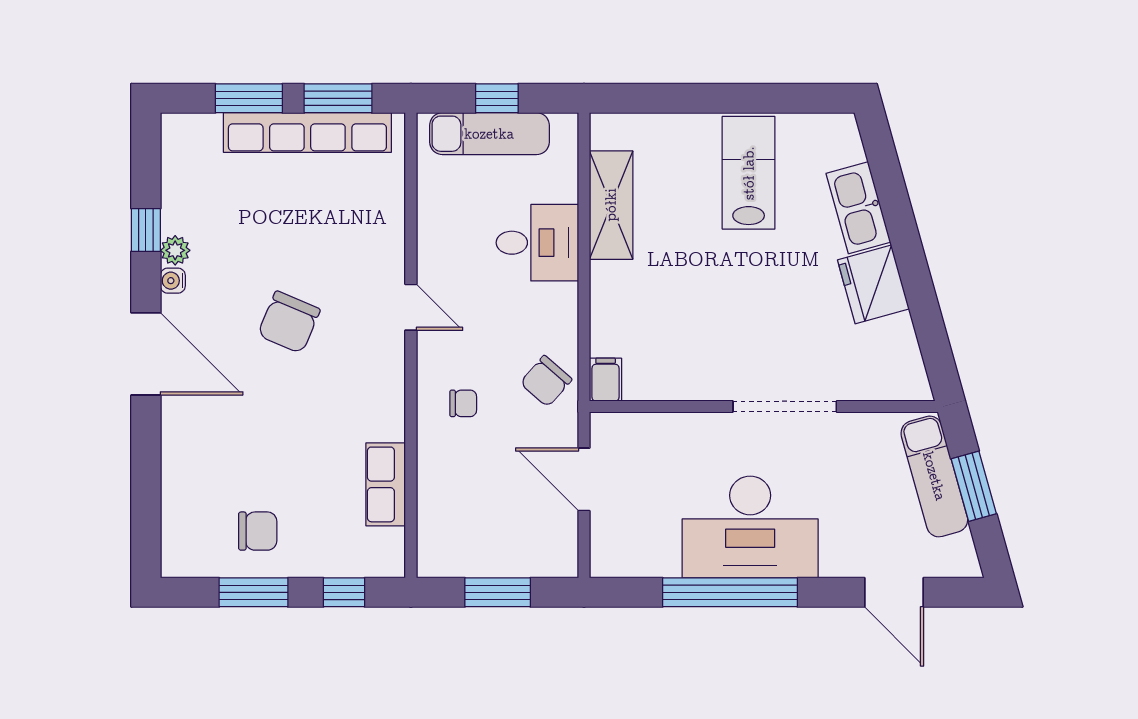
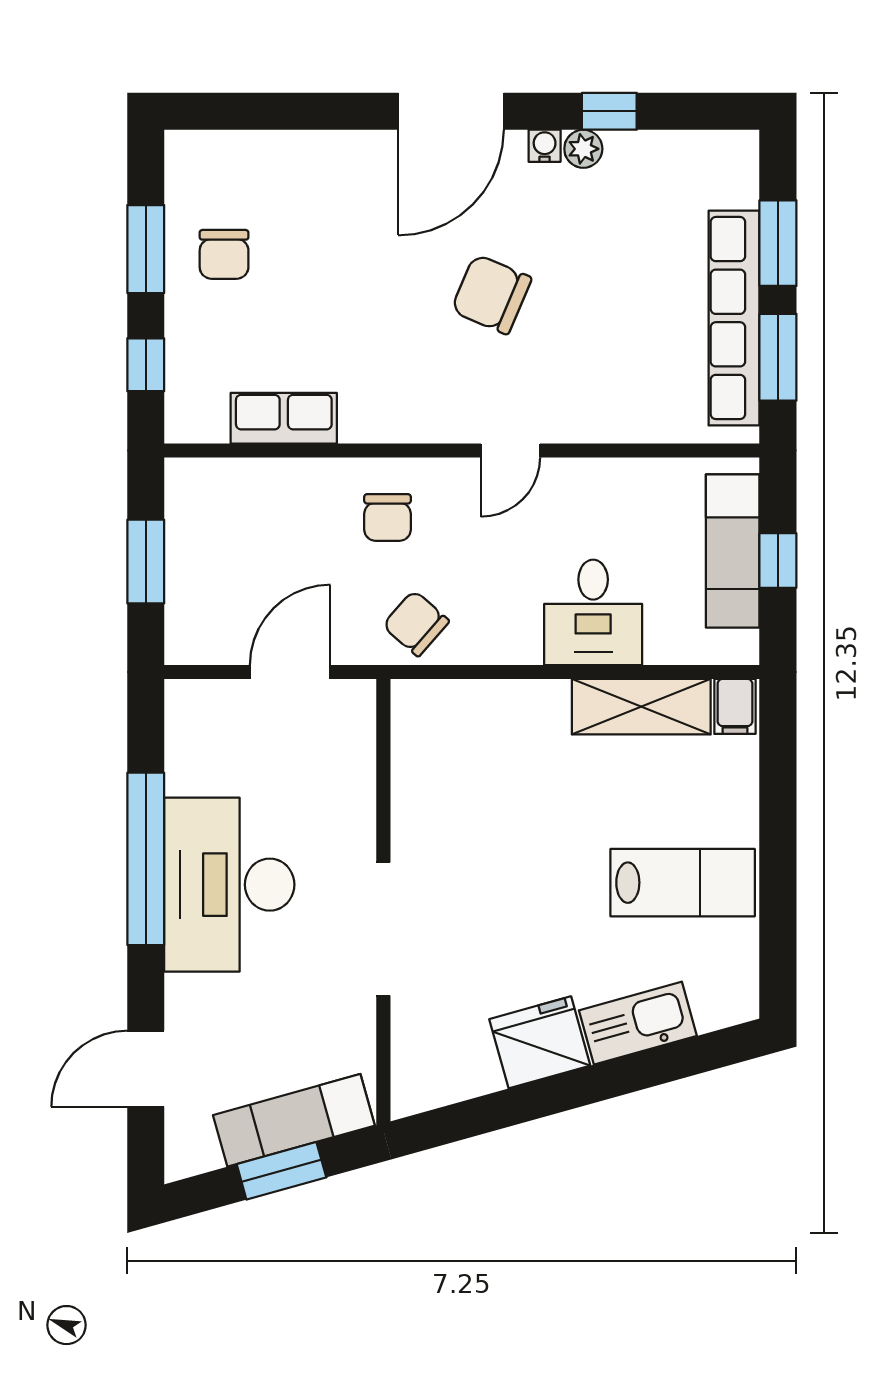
filing cabinet: (606, 380) -> (735, 706), moved, turned 90
chair: (463, 403) -> (388, 517), width x1.37, depth x1.37

